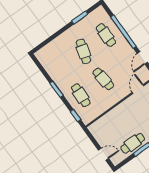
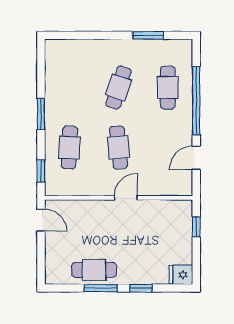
door: (138, 89) -> (126, 198), moved
door: (103, 154) -> (41, 220), moved

